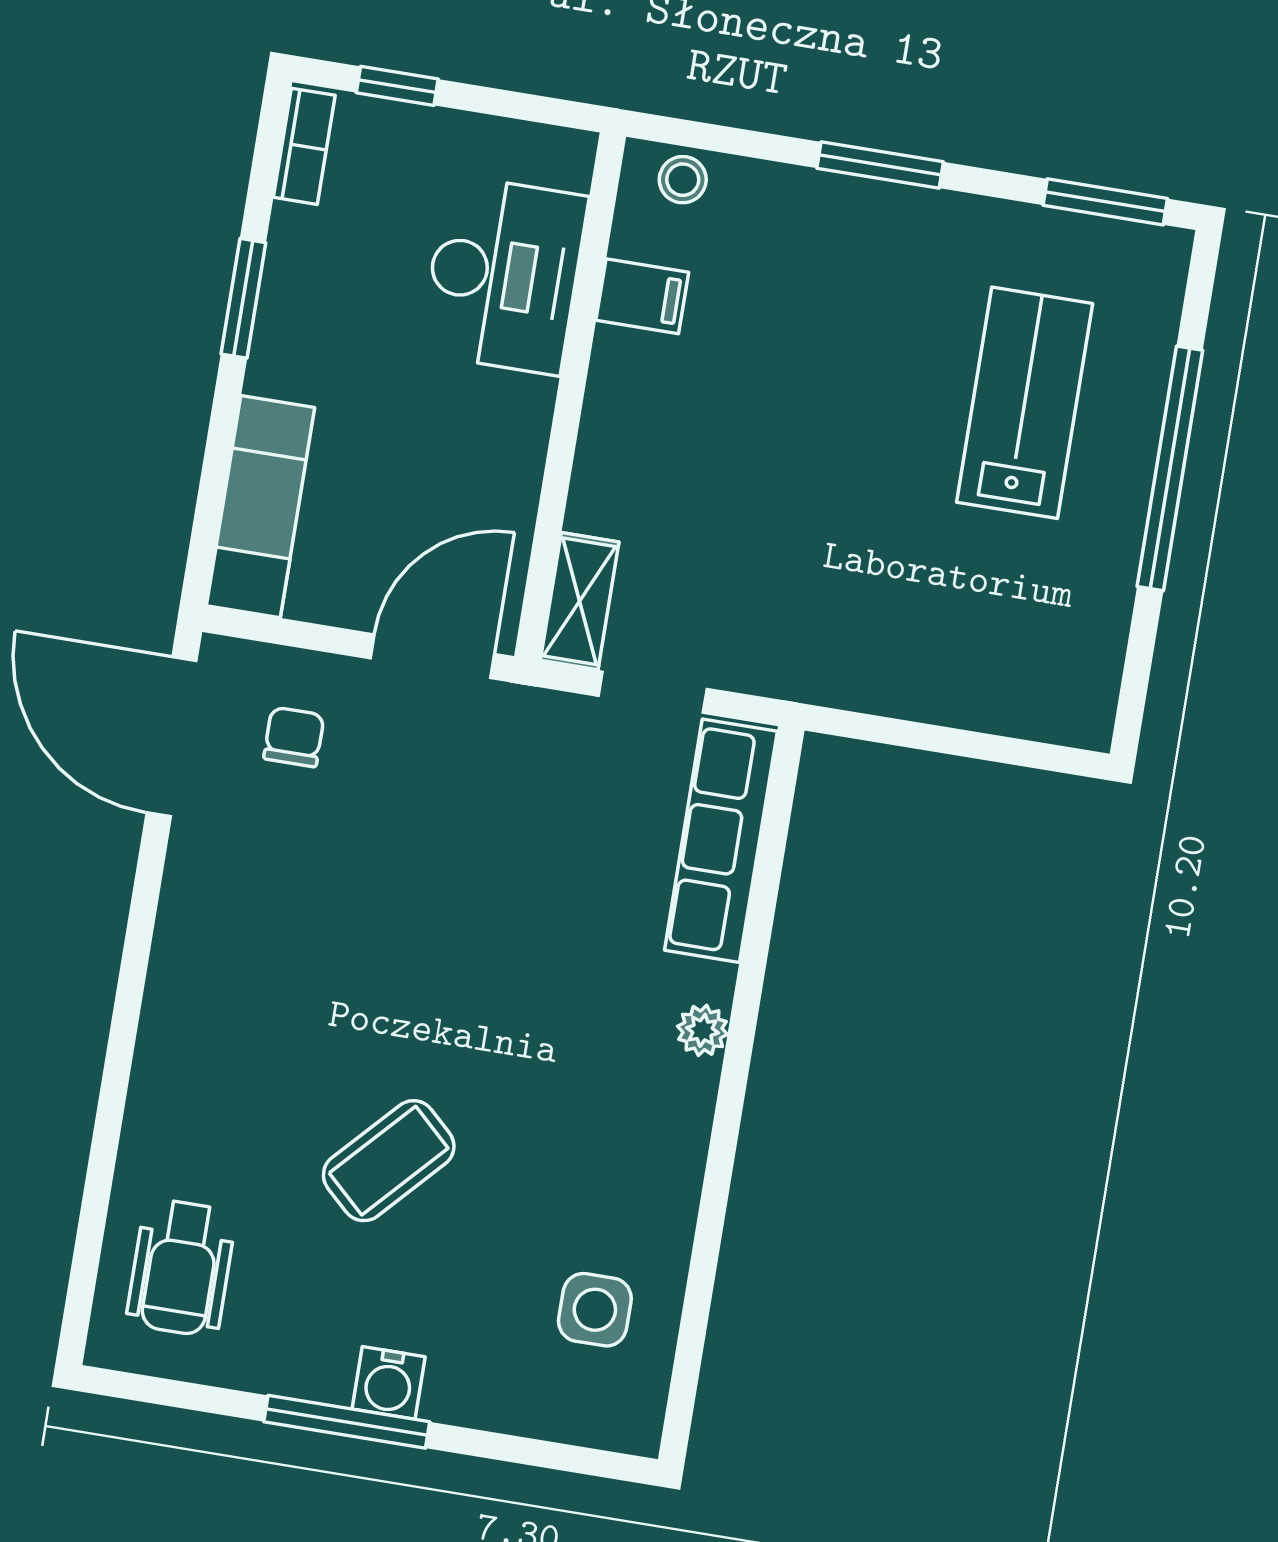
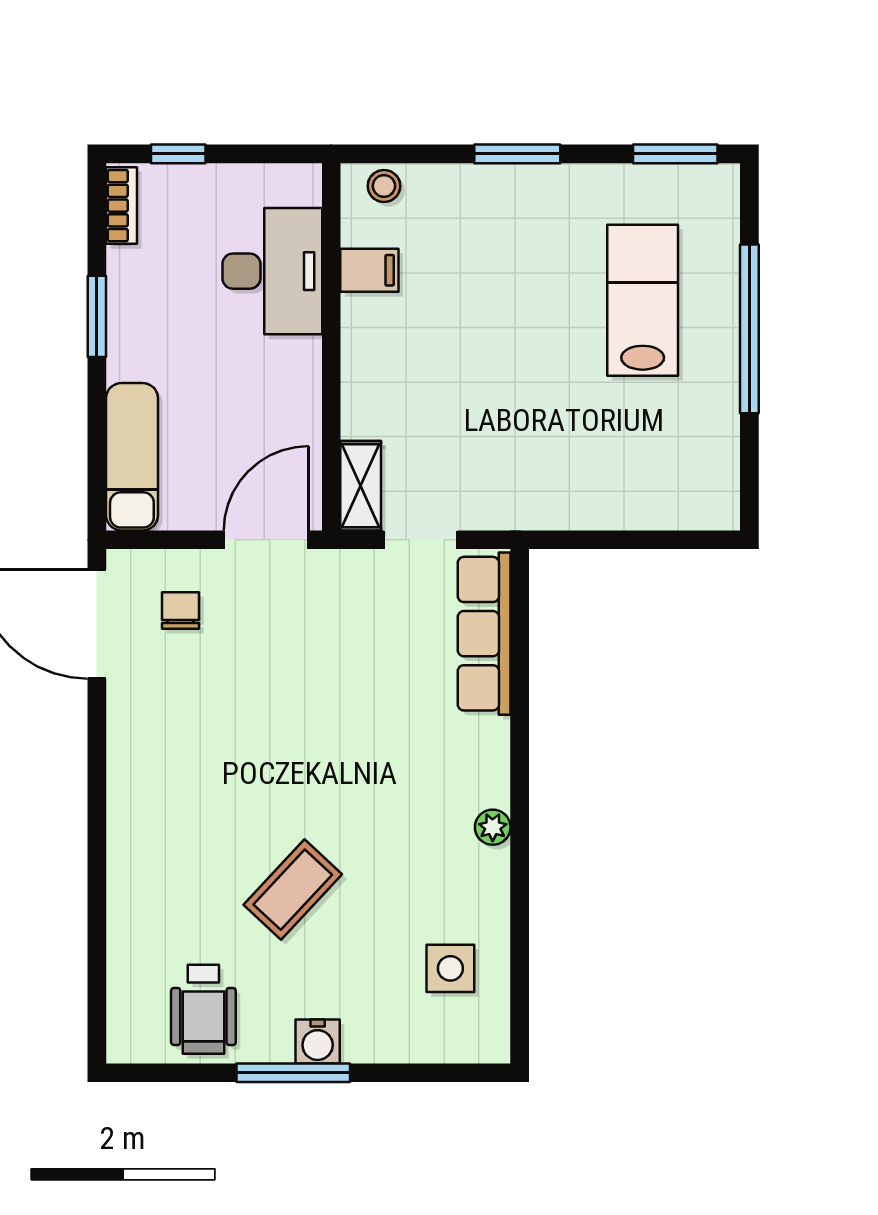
plant: (702, 1030) -> (493, 827), moved
wheelchair: (181, 1268) -> (203, 1009), moved

